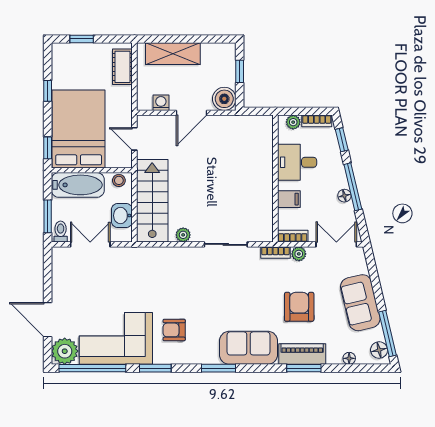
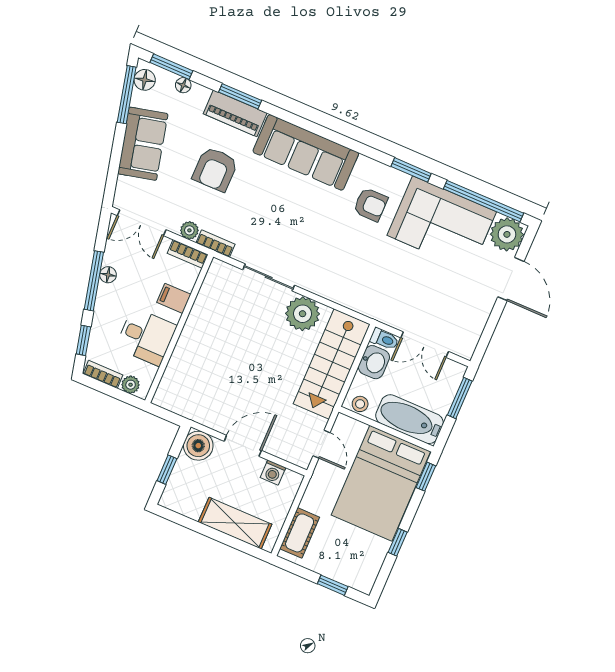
toilet: (61, 232) -> (384, 339), moved, turned -90
plant: (183, 235) -> (303, 314), width x1.87, depth x1.87
sofa: (248, 348) -> (306, 152), width x1.36
window: (218, 368) -> (171, 67), moved

